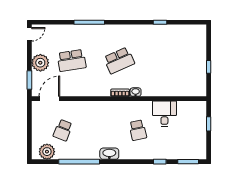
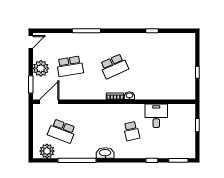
school desk: (63, 130) -> (62, 131), width x1.85

